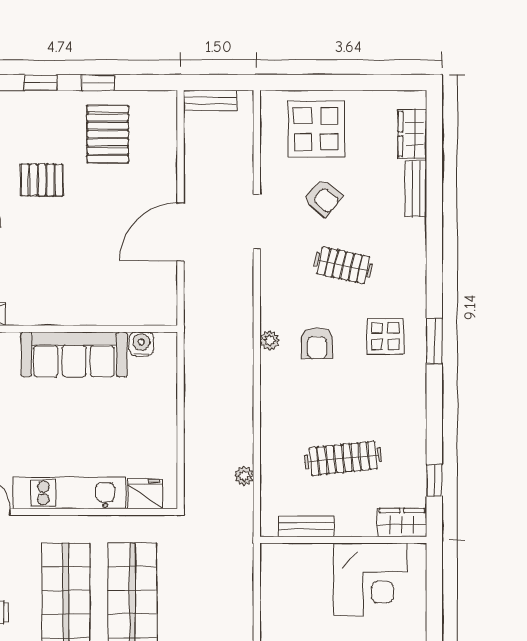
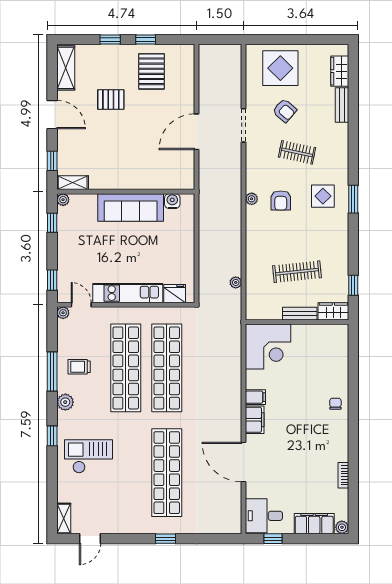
bench: (210, 100) -> (215, 50), removed
bench: (306, 526) -> (300, 314), moved
corner desk: (370, 579) -> (268, 347), moved

